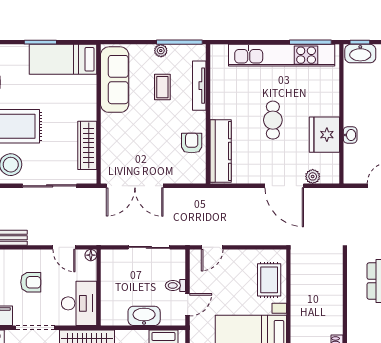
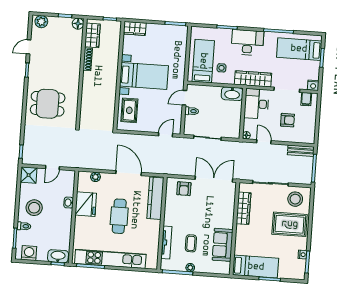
sofa: (115, 80) -> (223, 245), width x0.73
cafe table: (273, 120) -> (119, 216), width x1.37, depth x1.35
armchair: (192, 143) -> (184, 189), moved
door: (284, 186) -> (129, 173), moved
armchair: (31, 282) -> (288, 120), turned 180
washbasin: (144, 316) -> (232, 94), moved

